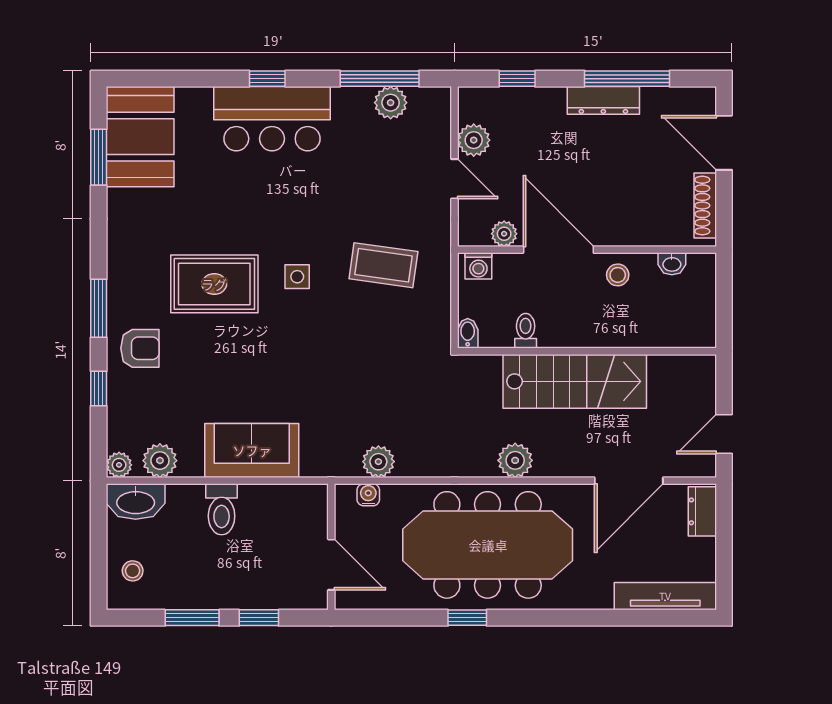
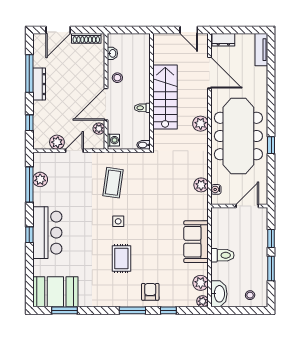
rug: (214, 284) -> (121, 259), width x0.73, depth x0.70
toilet: (526, 331) -> (142, 108), moved
tv unit: (665, 596) -> (261, 50), width x0.71

